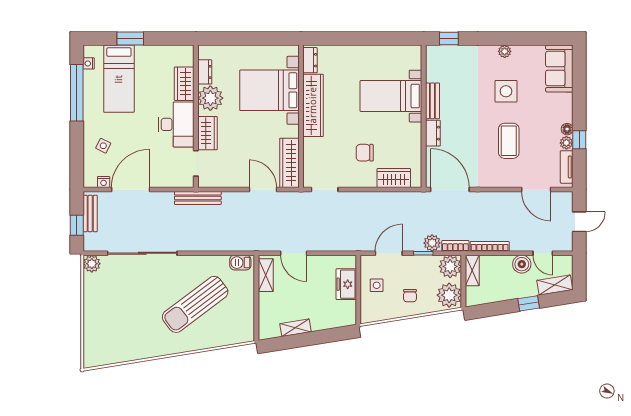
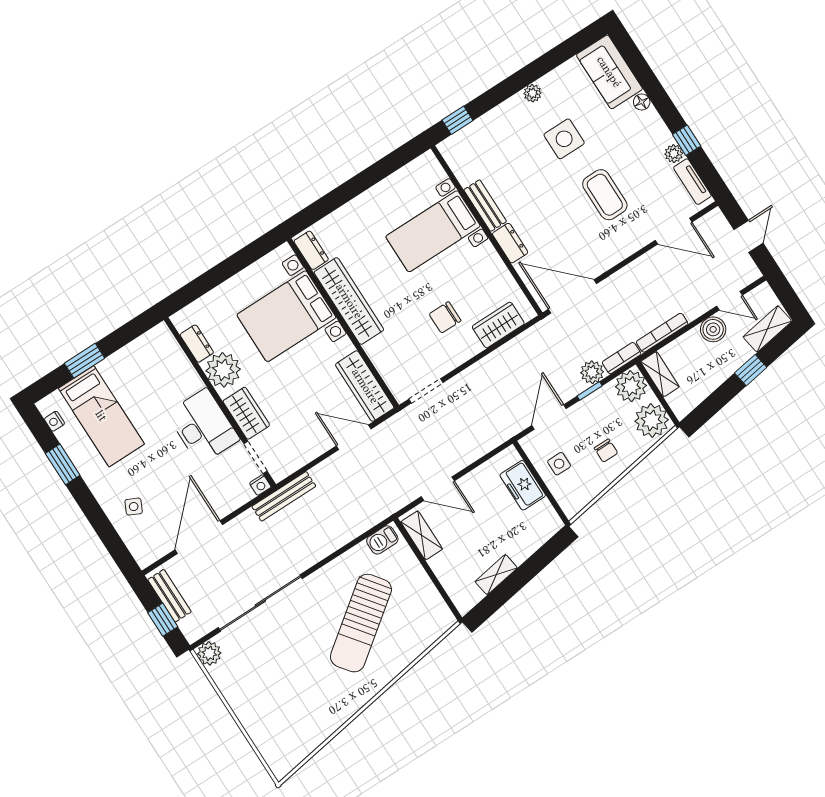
wardrobe: (184, 84) -> (182, 373), removed
window: (77, 93) -> (63, 464), width x0.47
floor lamp: (567, 129) -> (642, 102), moved
nightstand: (104, 182) -> (260, 485), moved

